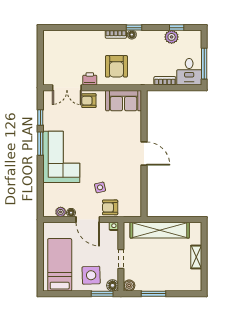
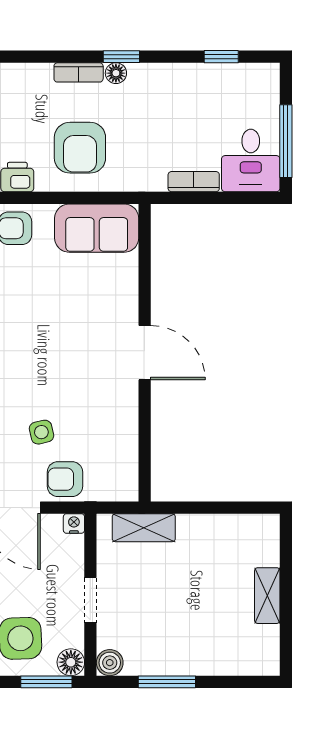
plant: (172, 37) -> (209, 79), removed
shelving: (160, 230) -> (144, 528), width x0.45, depth x0.75

